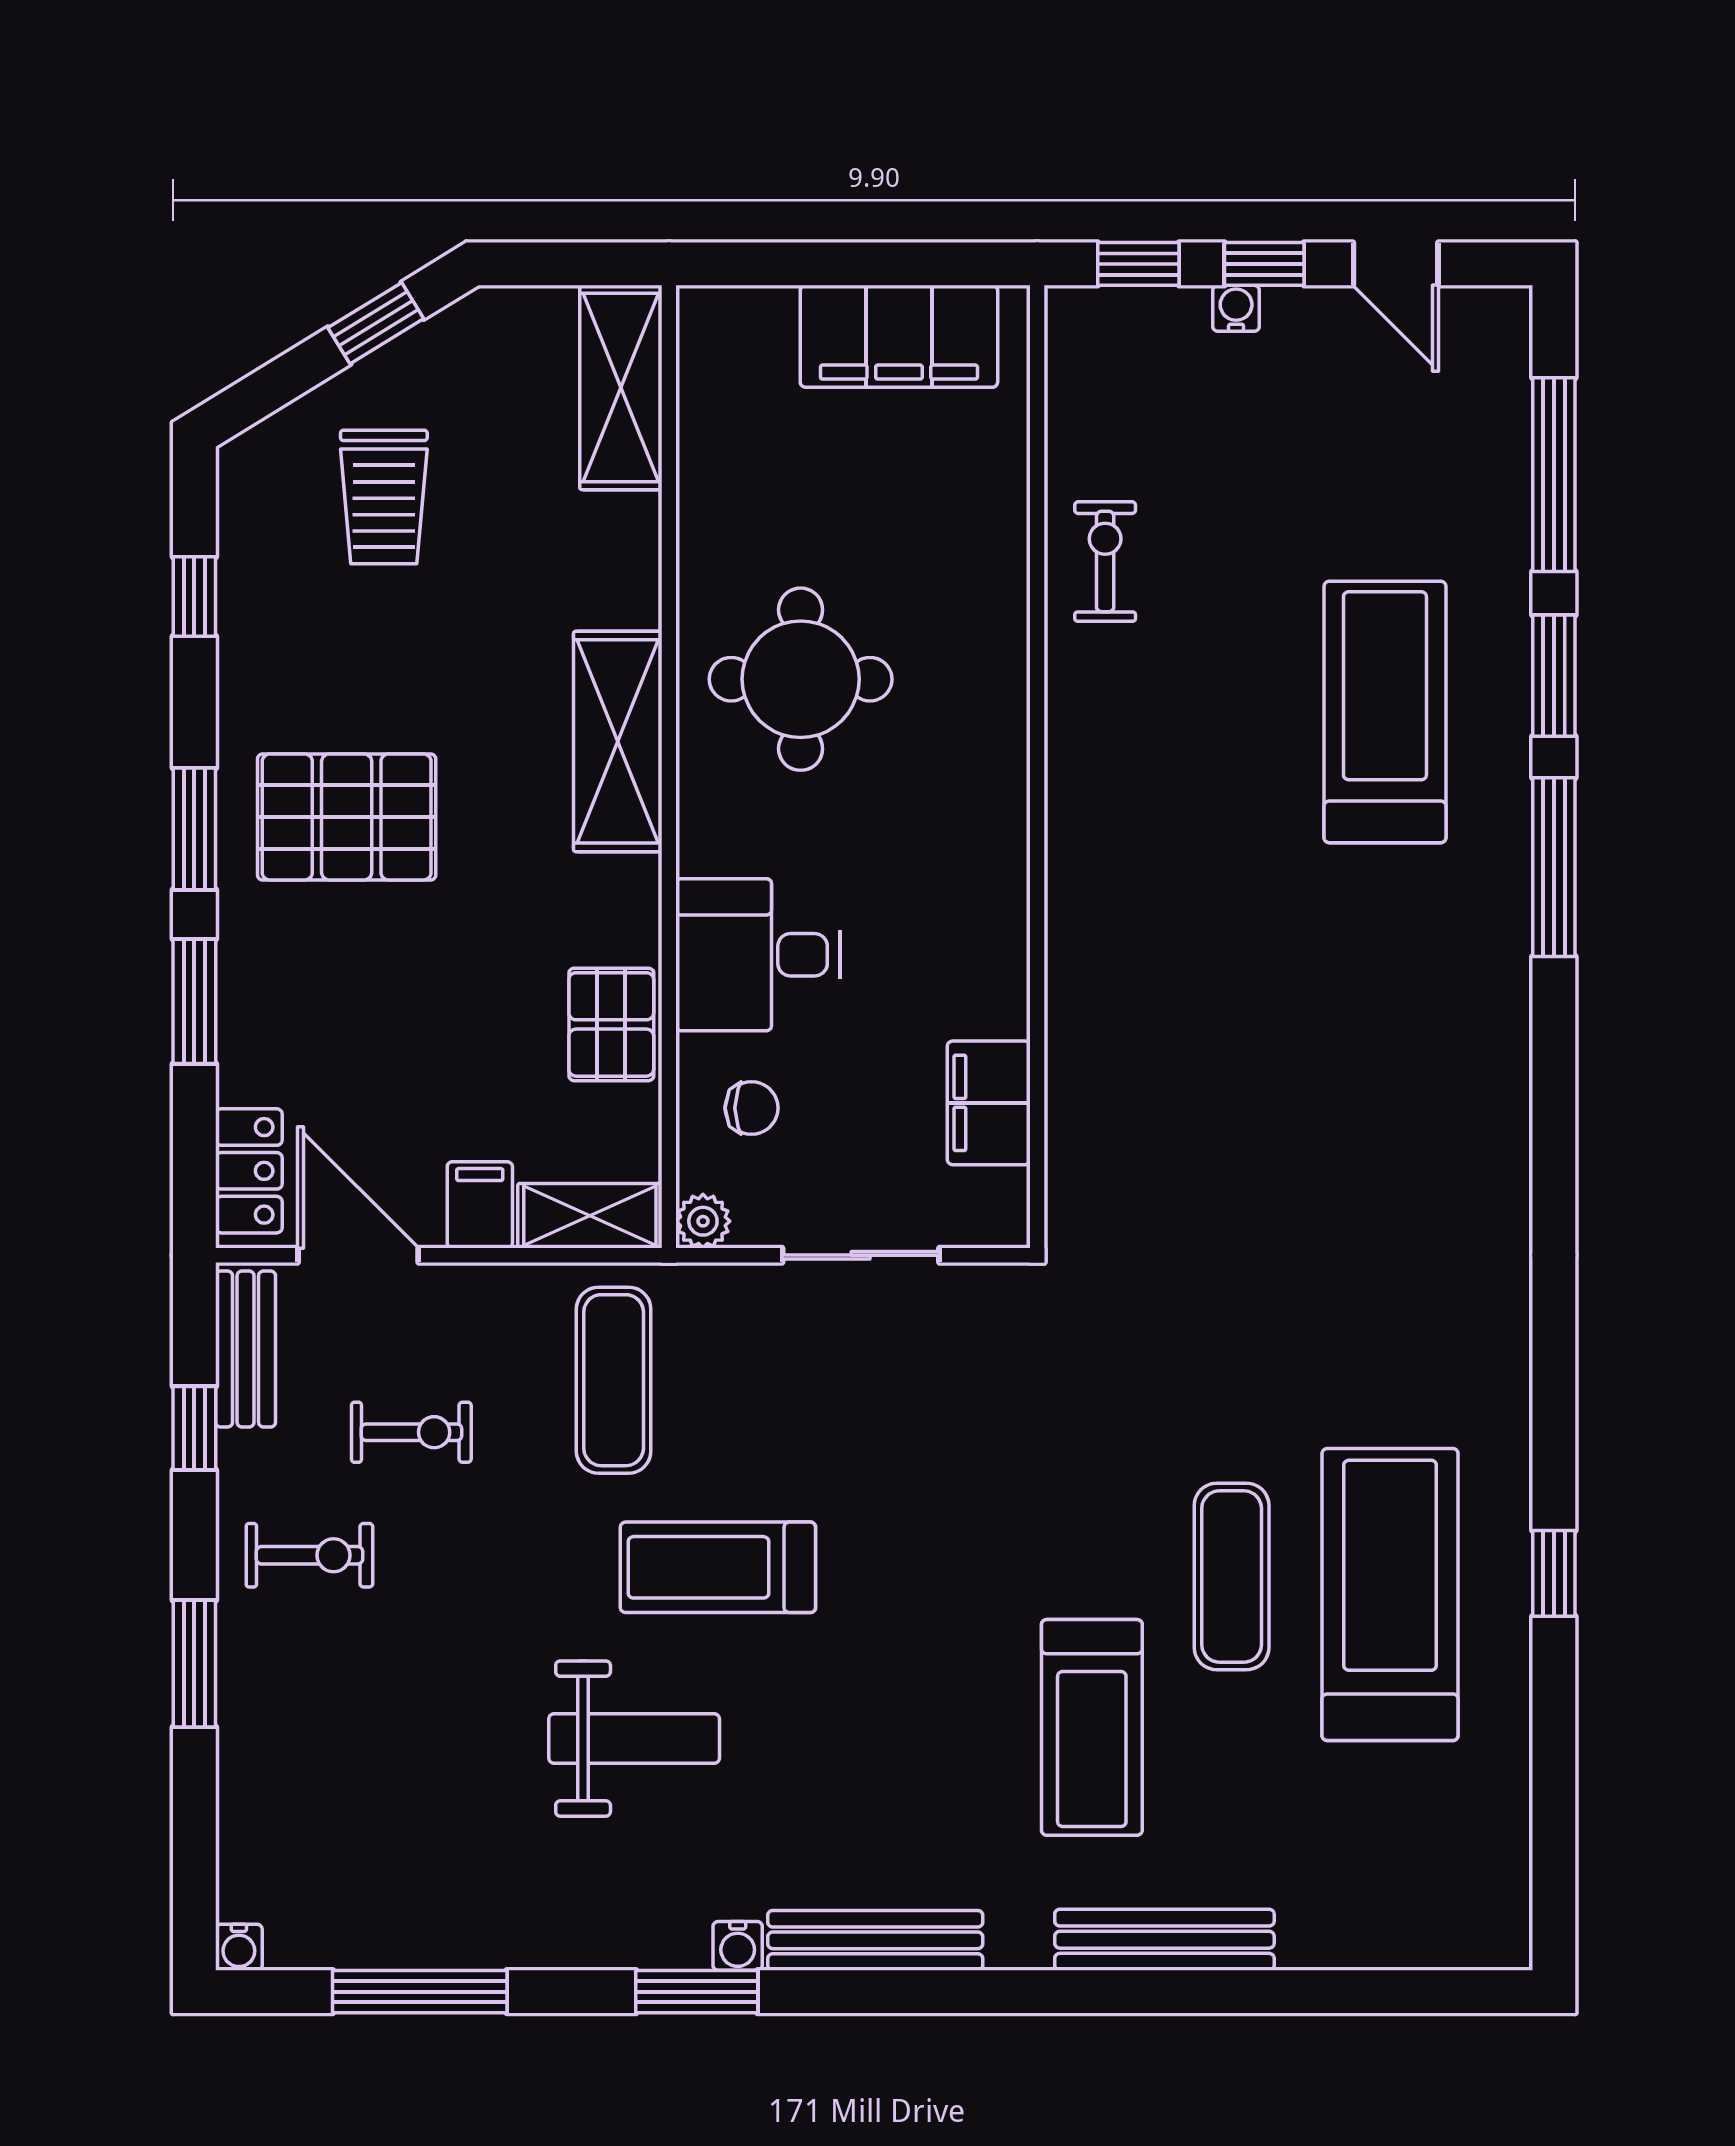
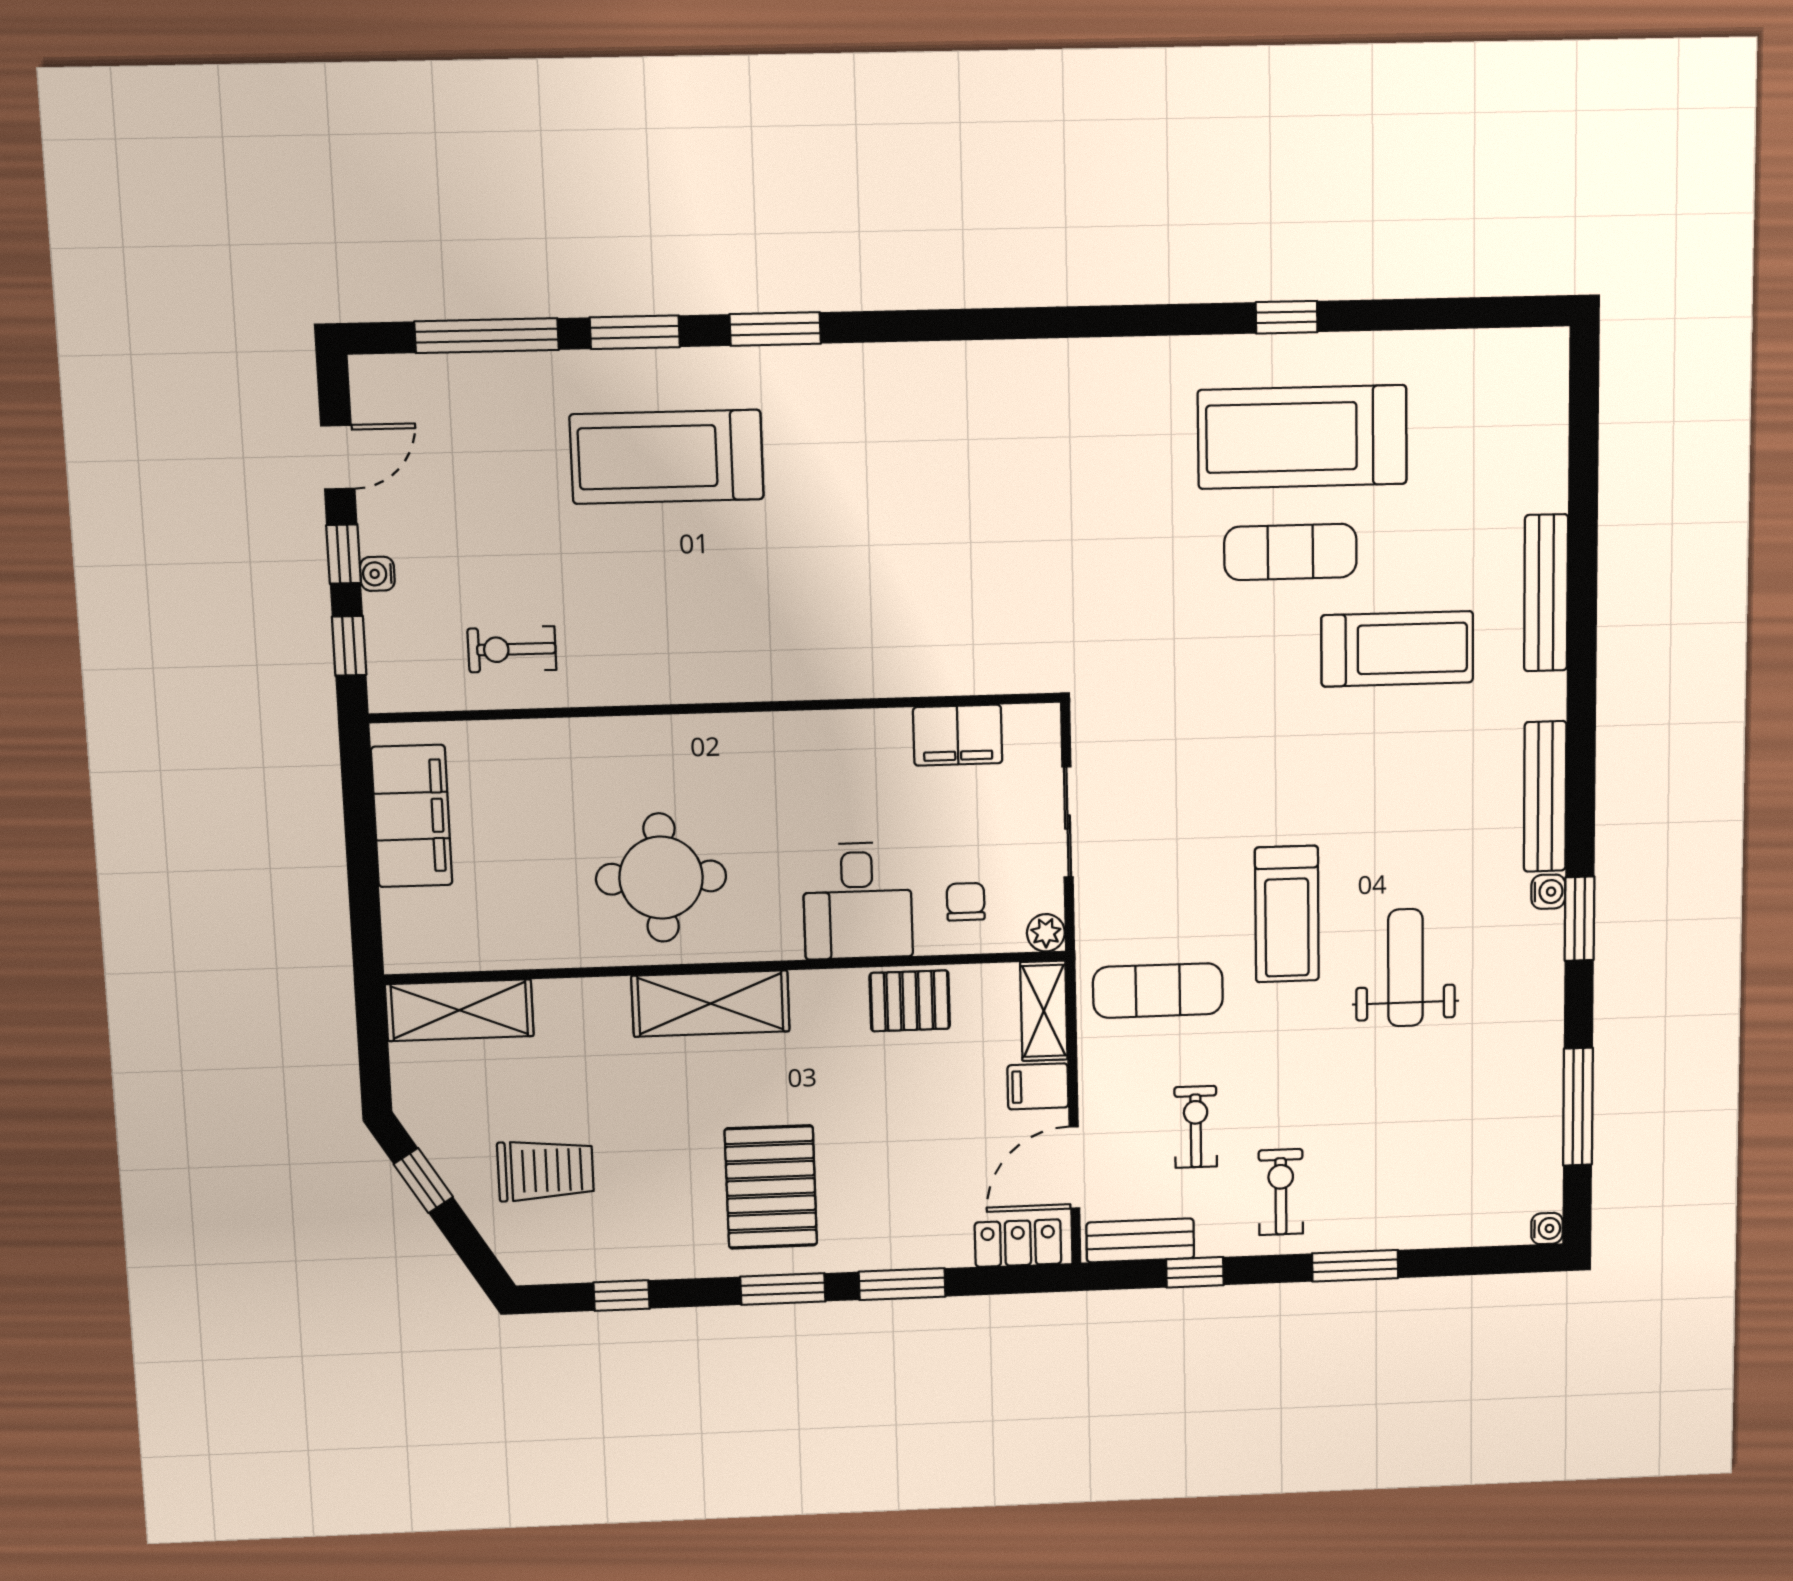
exercise bike: (1105, 561) -> (512, 649), moved
window: (1554, 867) -> (775, 329), width x0.69

